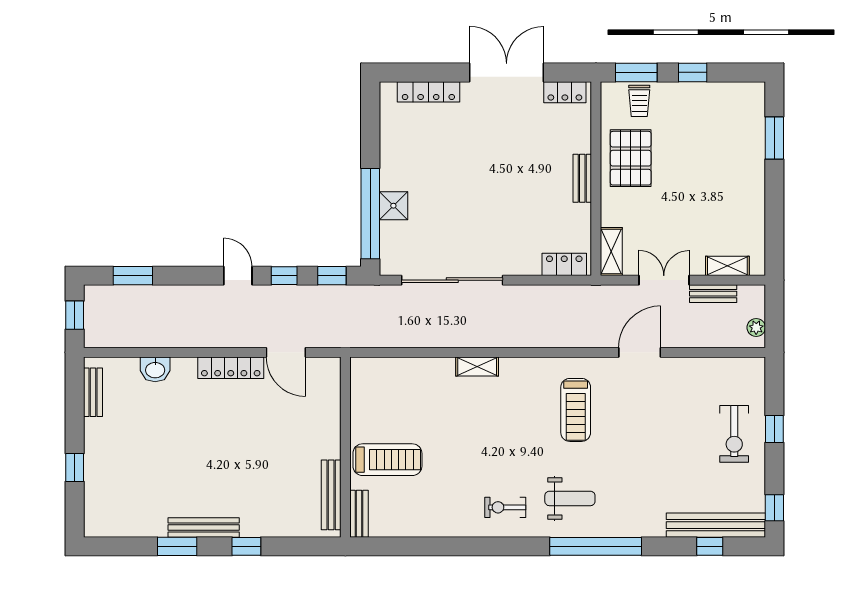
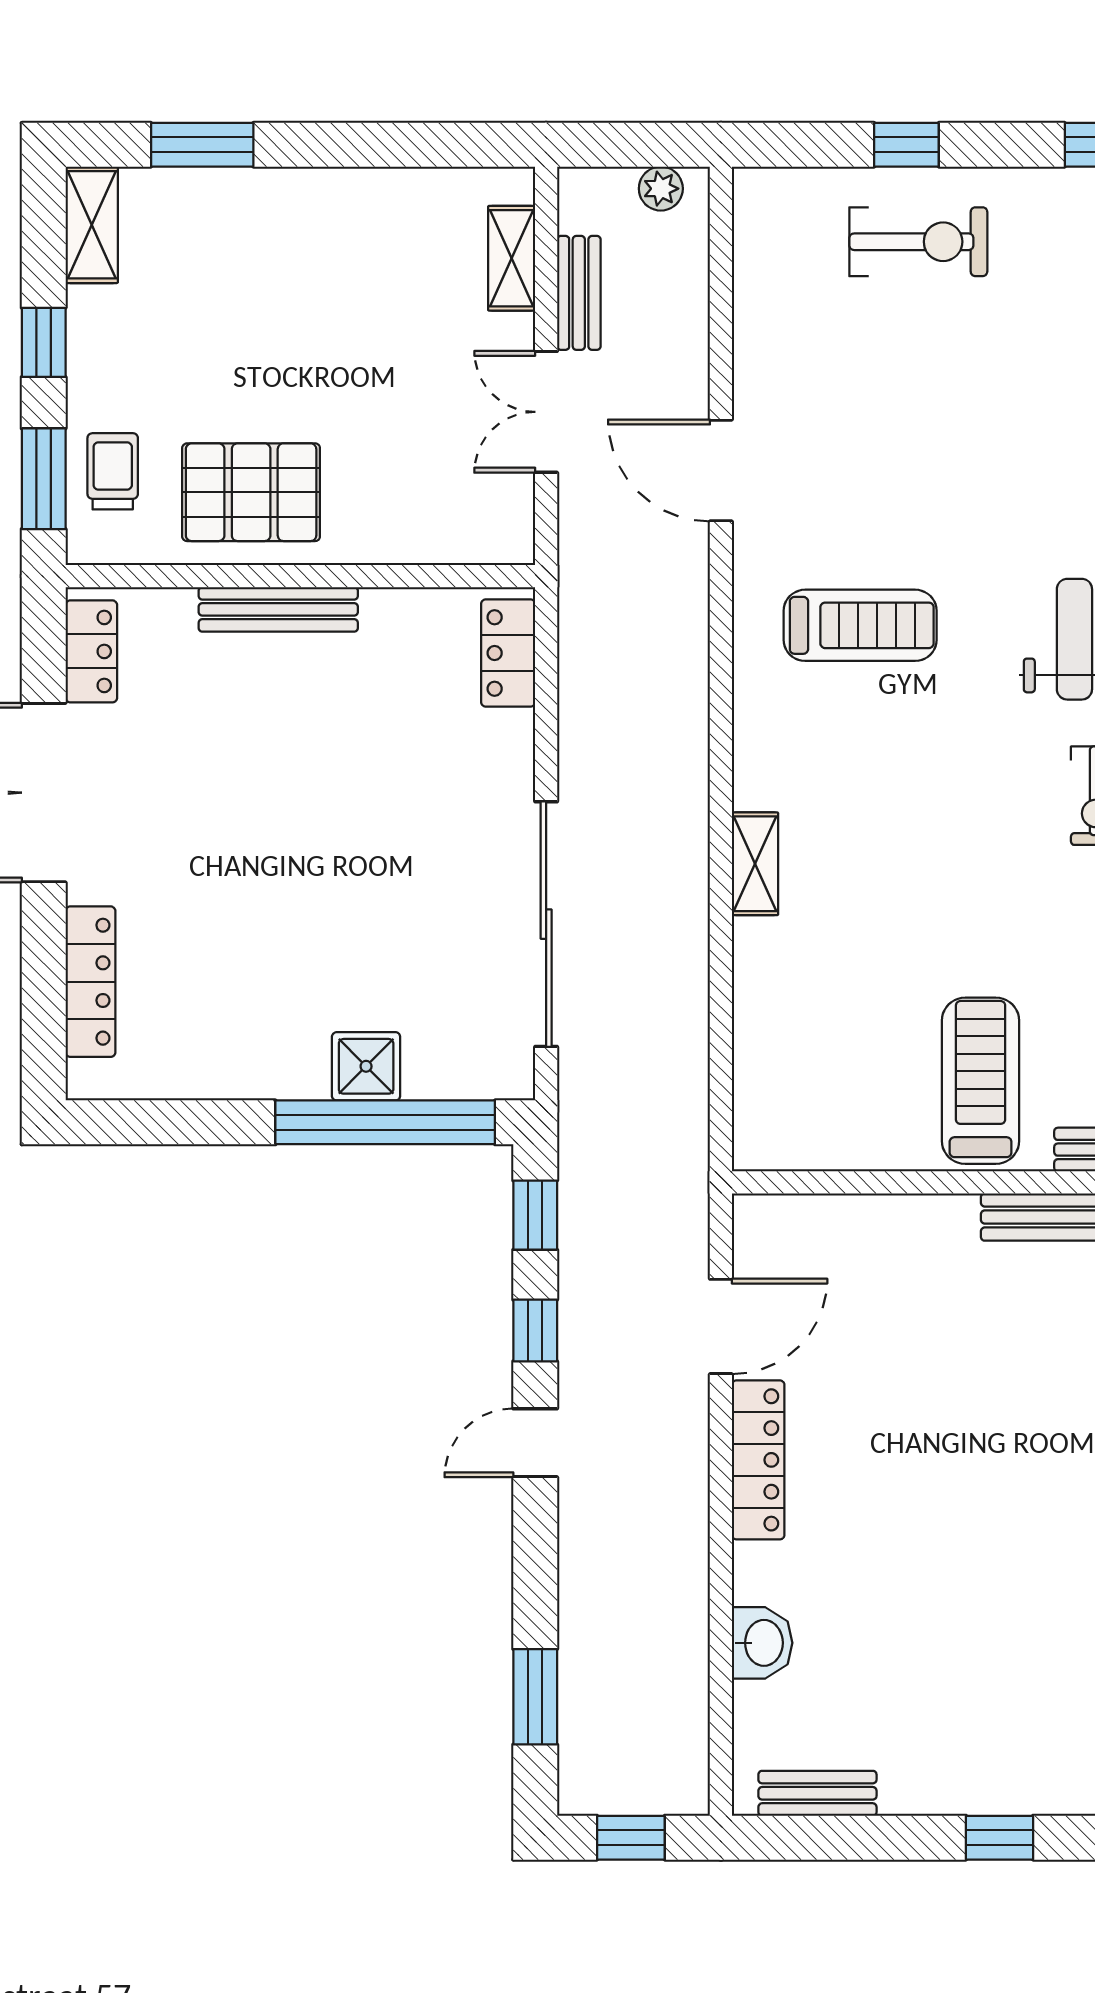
trolley: (639, 101) -> (113, 471), turned -90
bench: (582, 178) -> (278, 609), width x1.36
shelving: (611, 252) -> (92, 225), moved, turned 90

